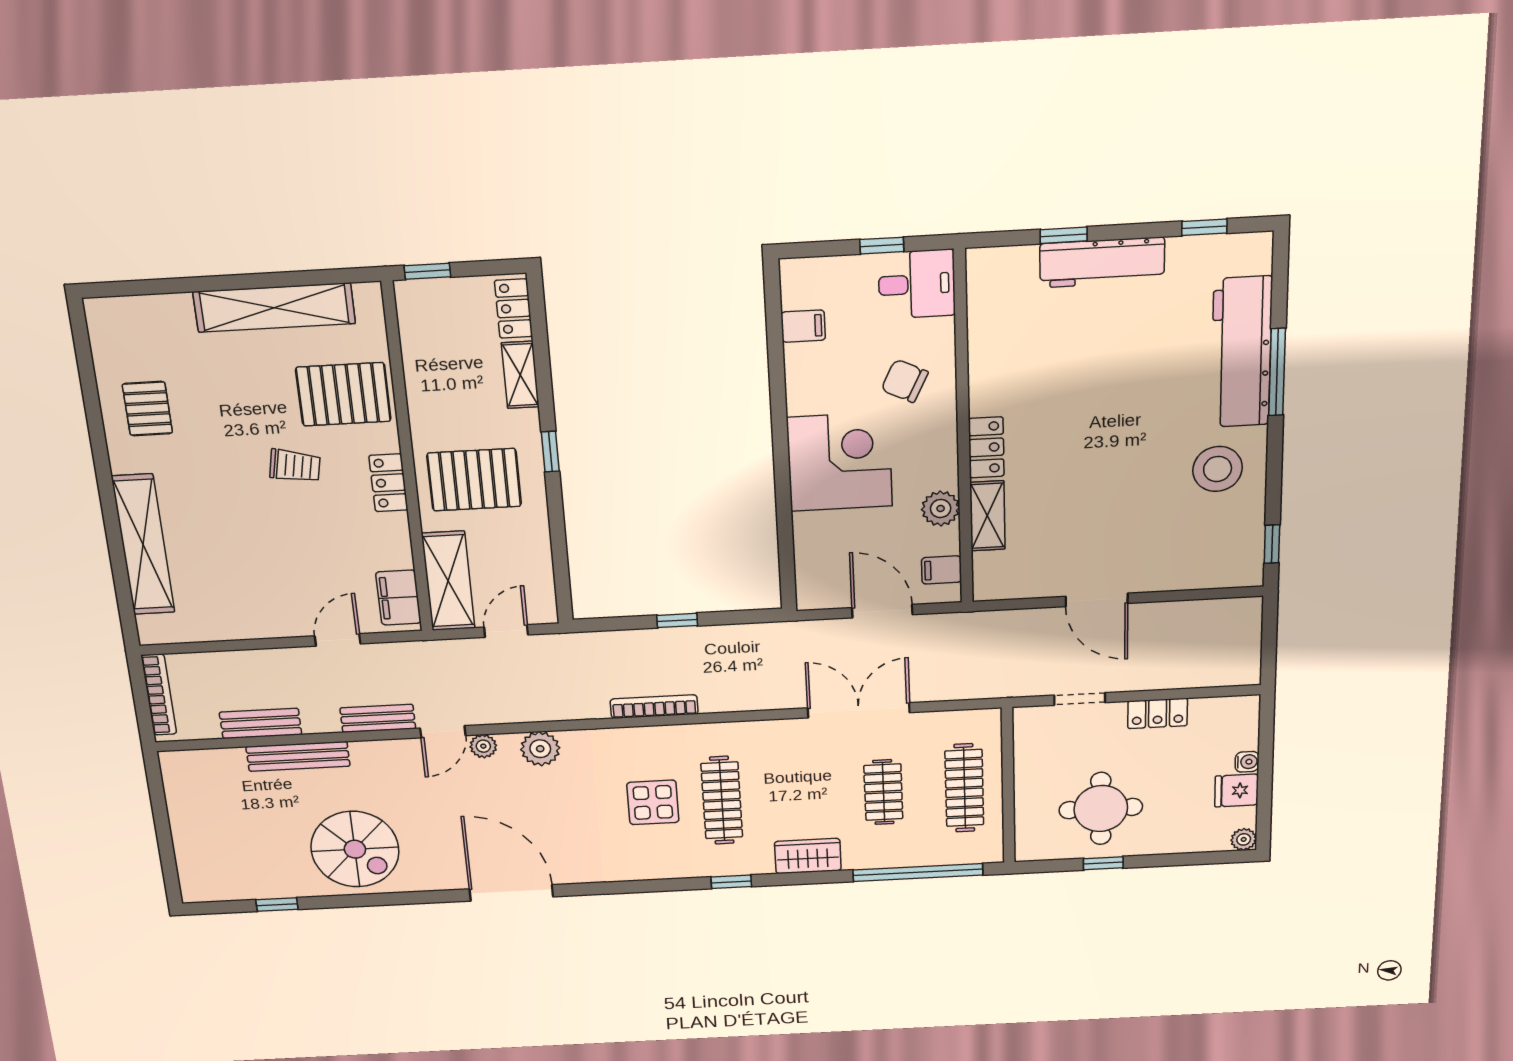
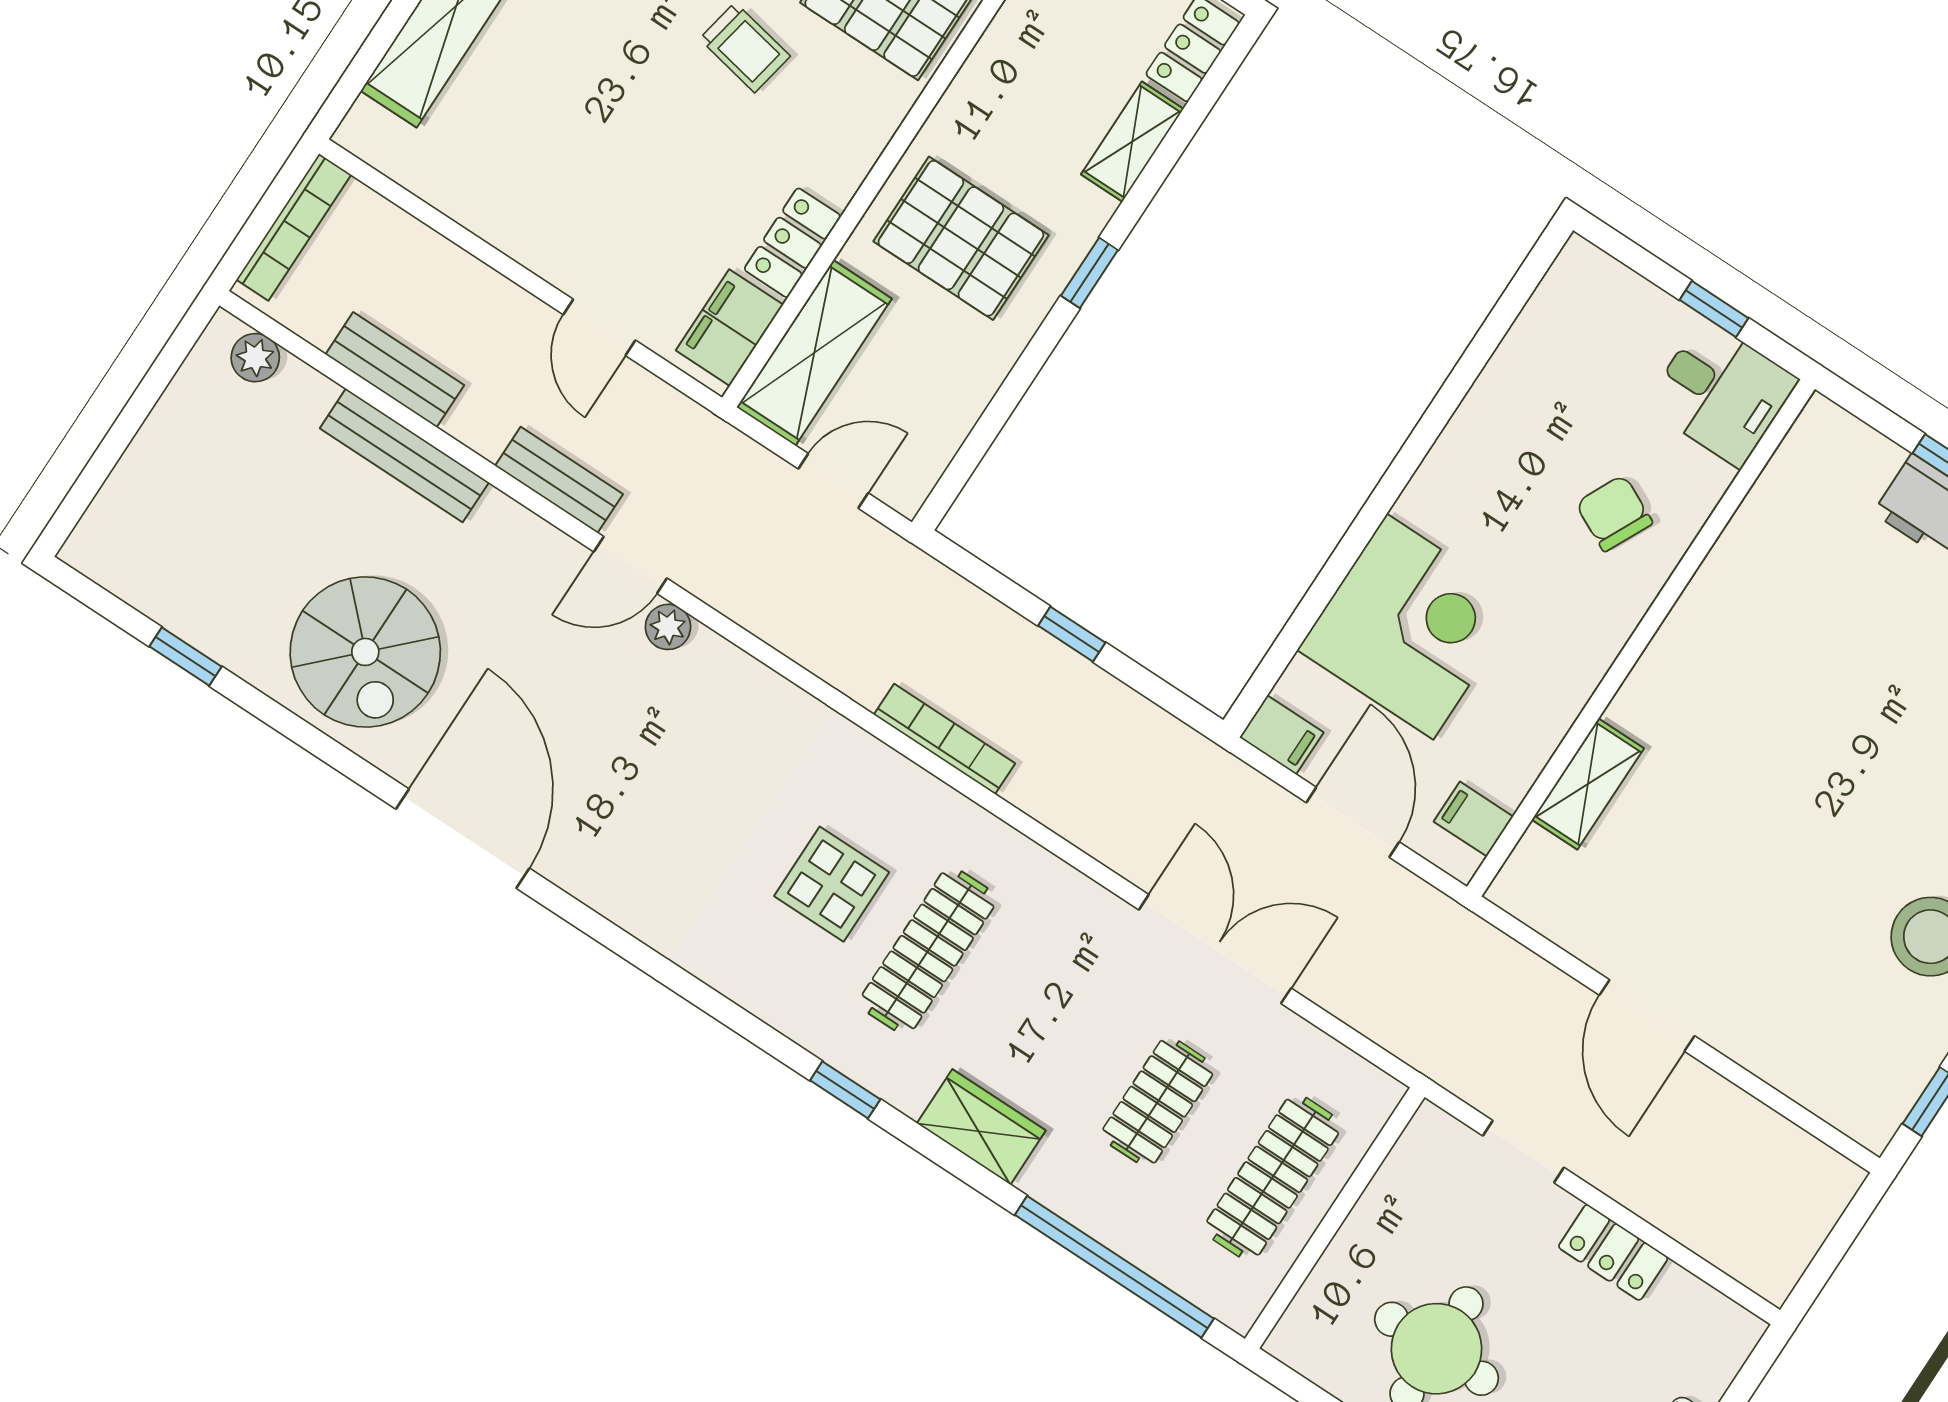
filing cabinet: (803, 326) -> (1282, 735), moved
locker: (986, 447) -> (1654, 684), removed
corner desk: (840, 462) -> (1410, 627), moved
locker: (388, 483) -> (792, 243), moved
plant: (941, 508) -> (1534, 728), removed
door: (338, 640) -> (599, 327), swing flipped
plant: (540, 749) -> (255, 358), moved, width x0.73, depth x0.73
door: (511, 893) -> (463, 839), moved

